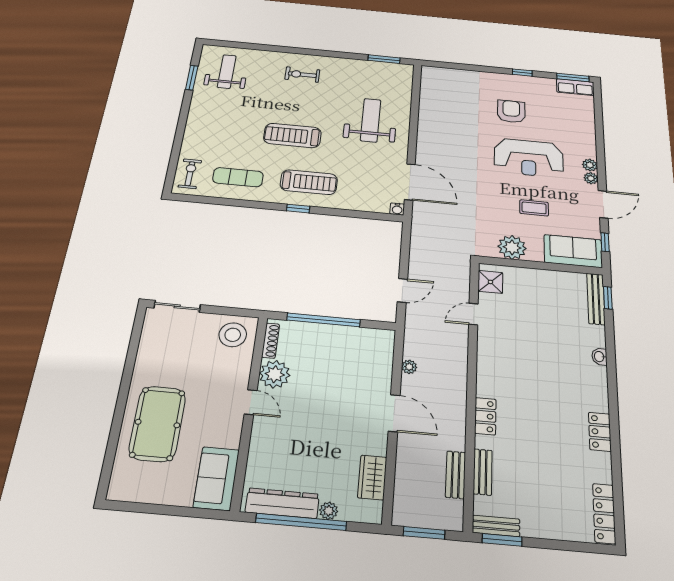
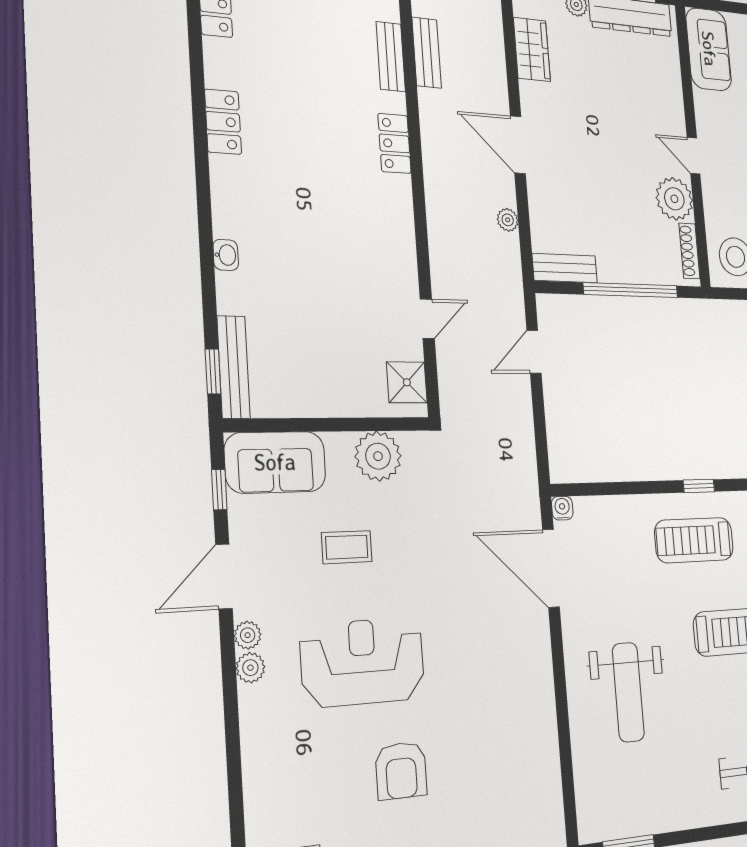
bench: (371, 336) -> (565, 268), added

